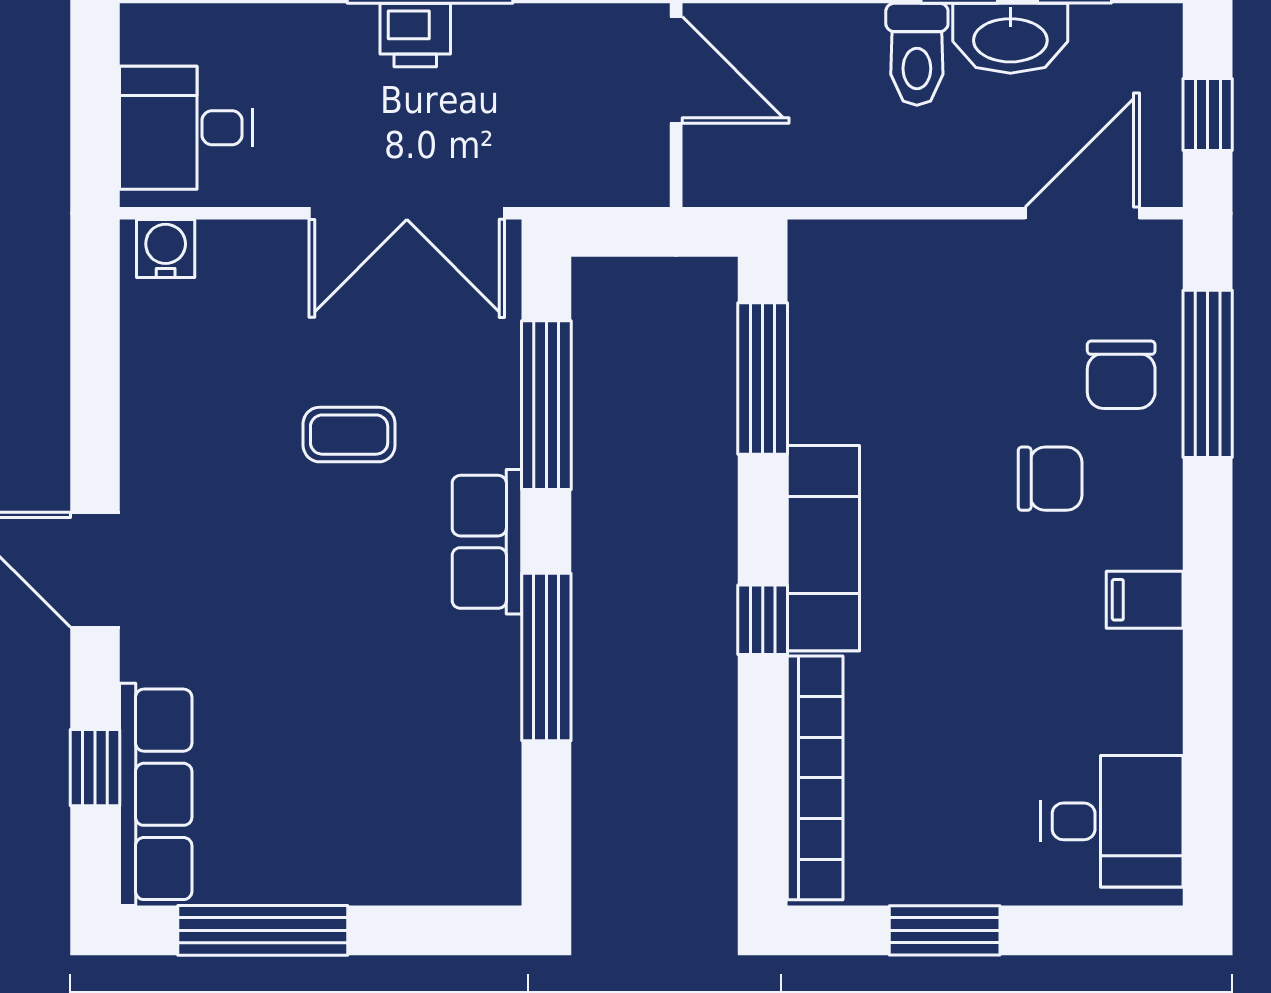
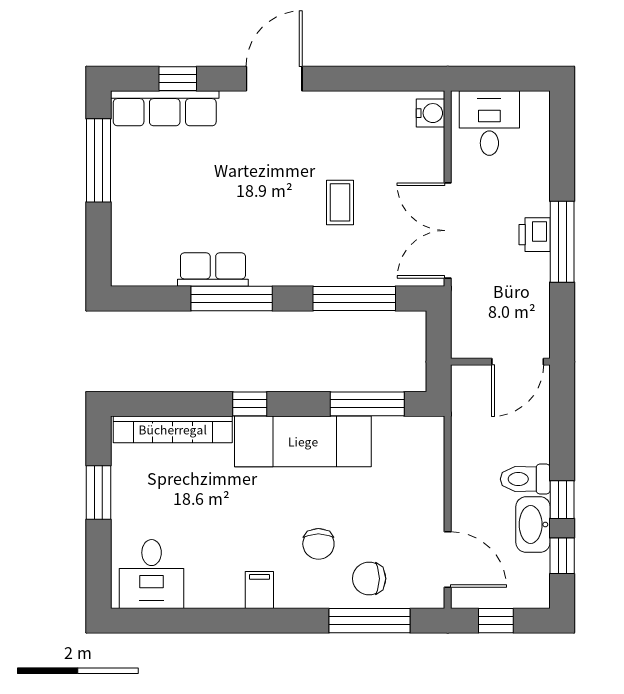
row of seats: (487, 542) -> (213, 270), moved
exam couch: (823, 548) -> (303, 441), width x1.36, depth x1.45

